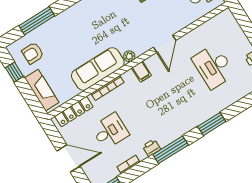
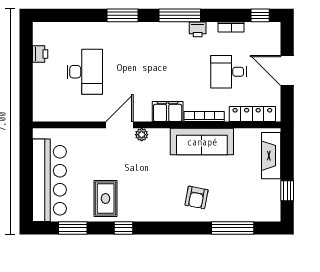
armchair: (33, 53) -> (196, 197), moved, turned 101
plant: (129, 56) -> (142, 135), moved
filing cabinet: (141, 72) -> (168, 111), width x2.00

